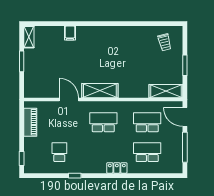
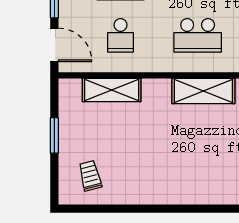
shelving: (166, 91) -> (112, 90), moved
school desk: (147, 122) -> (121, 35), width x0.54

